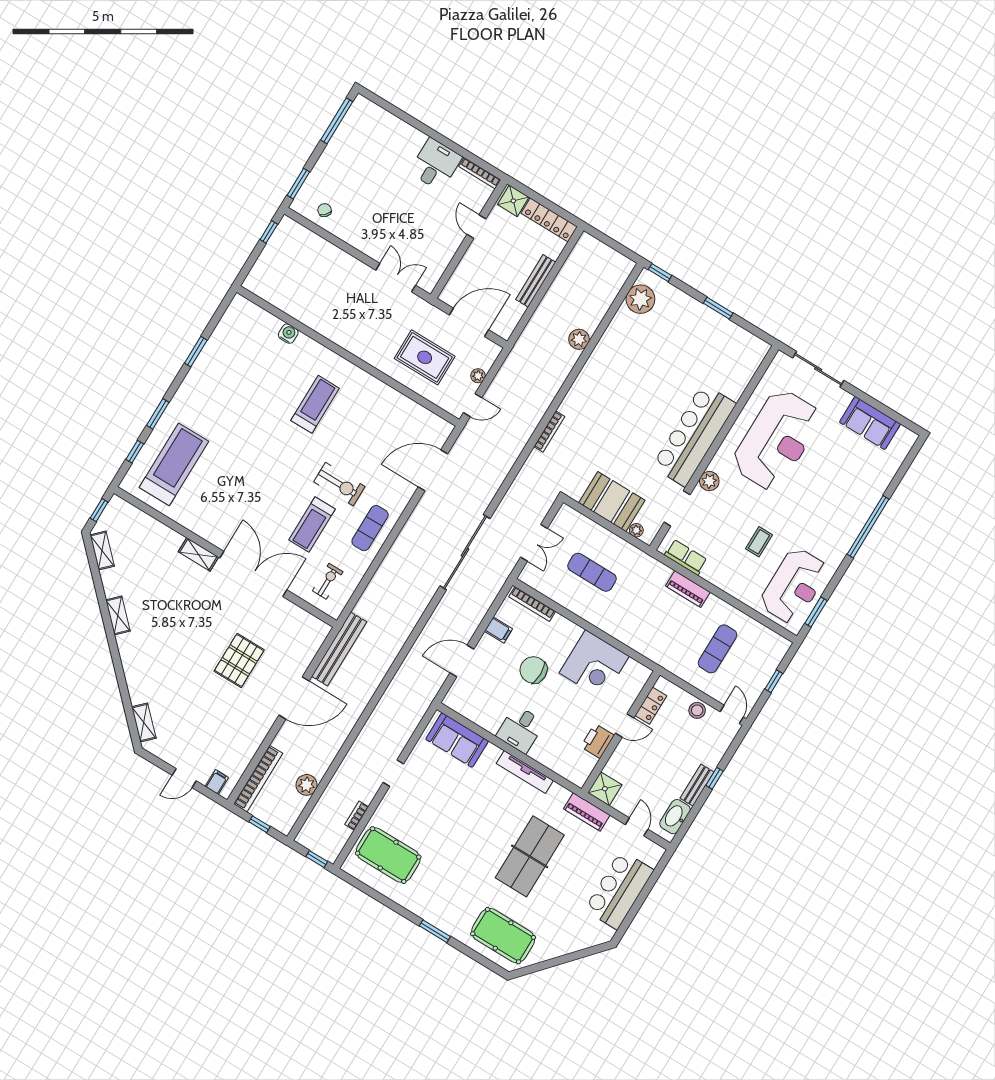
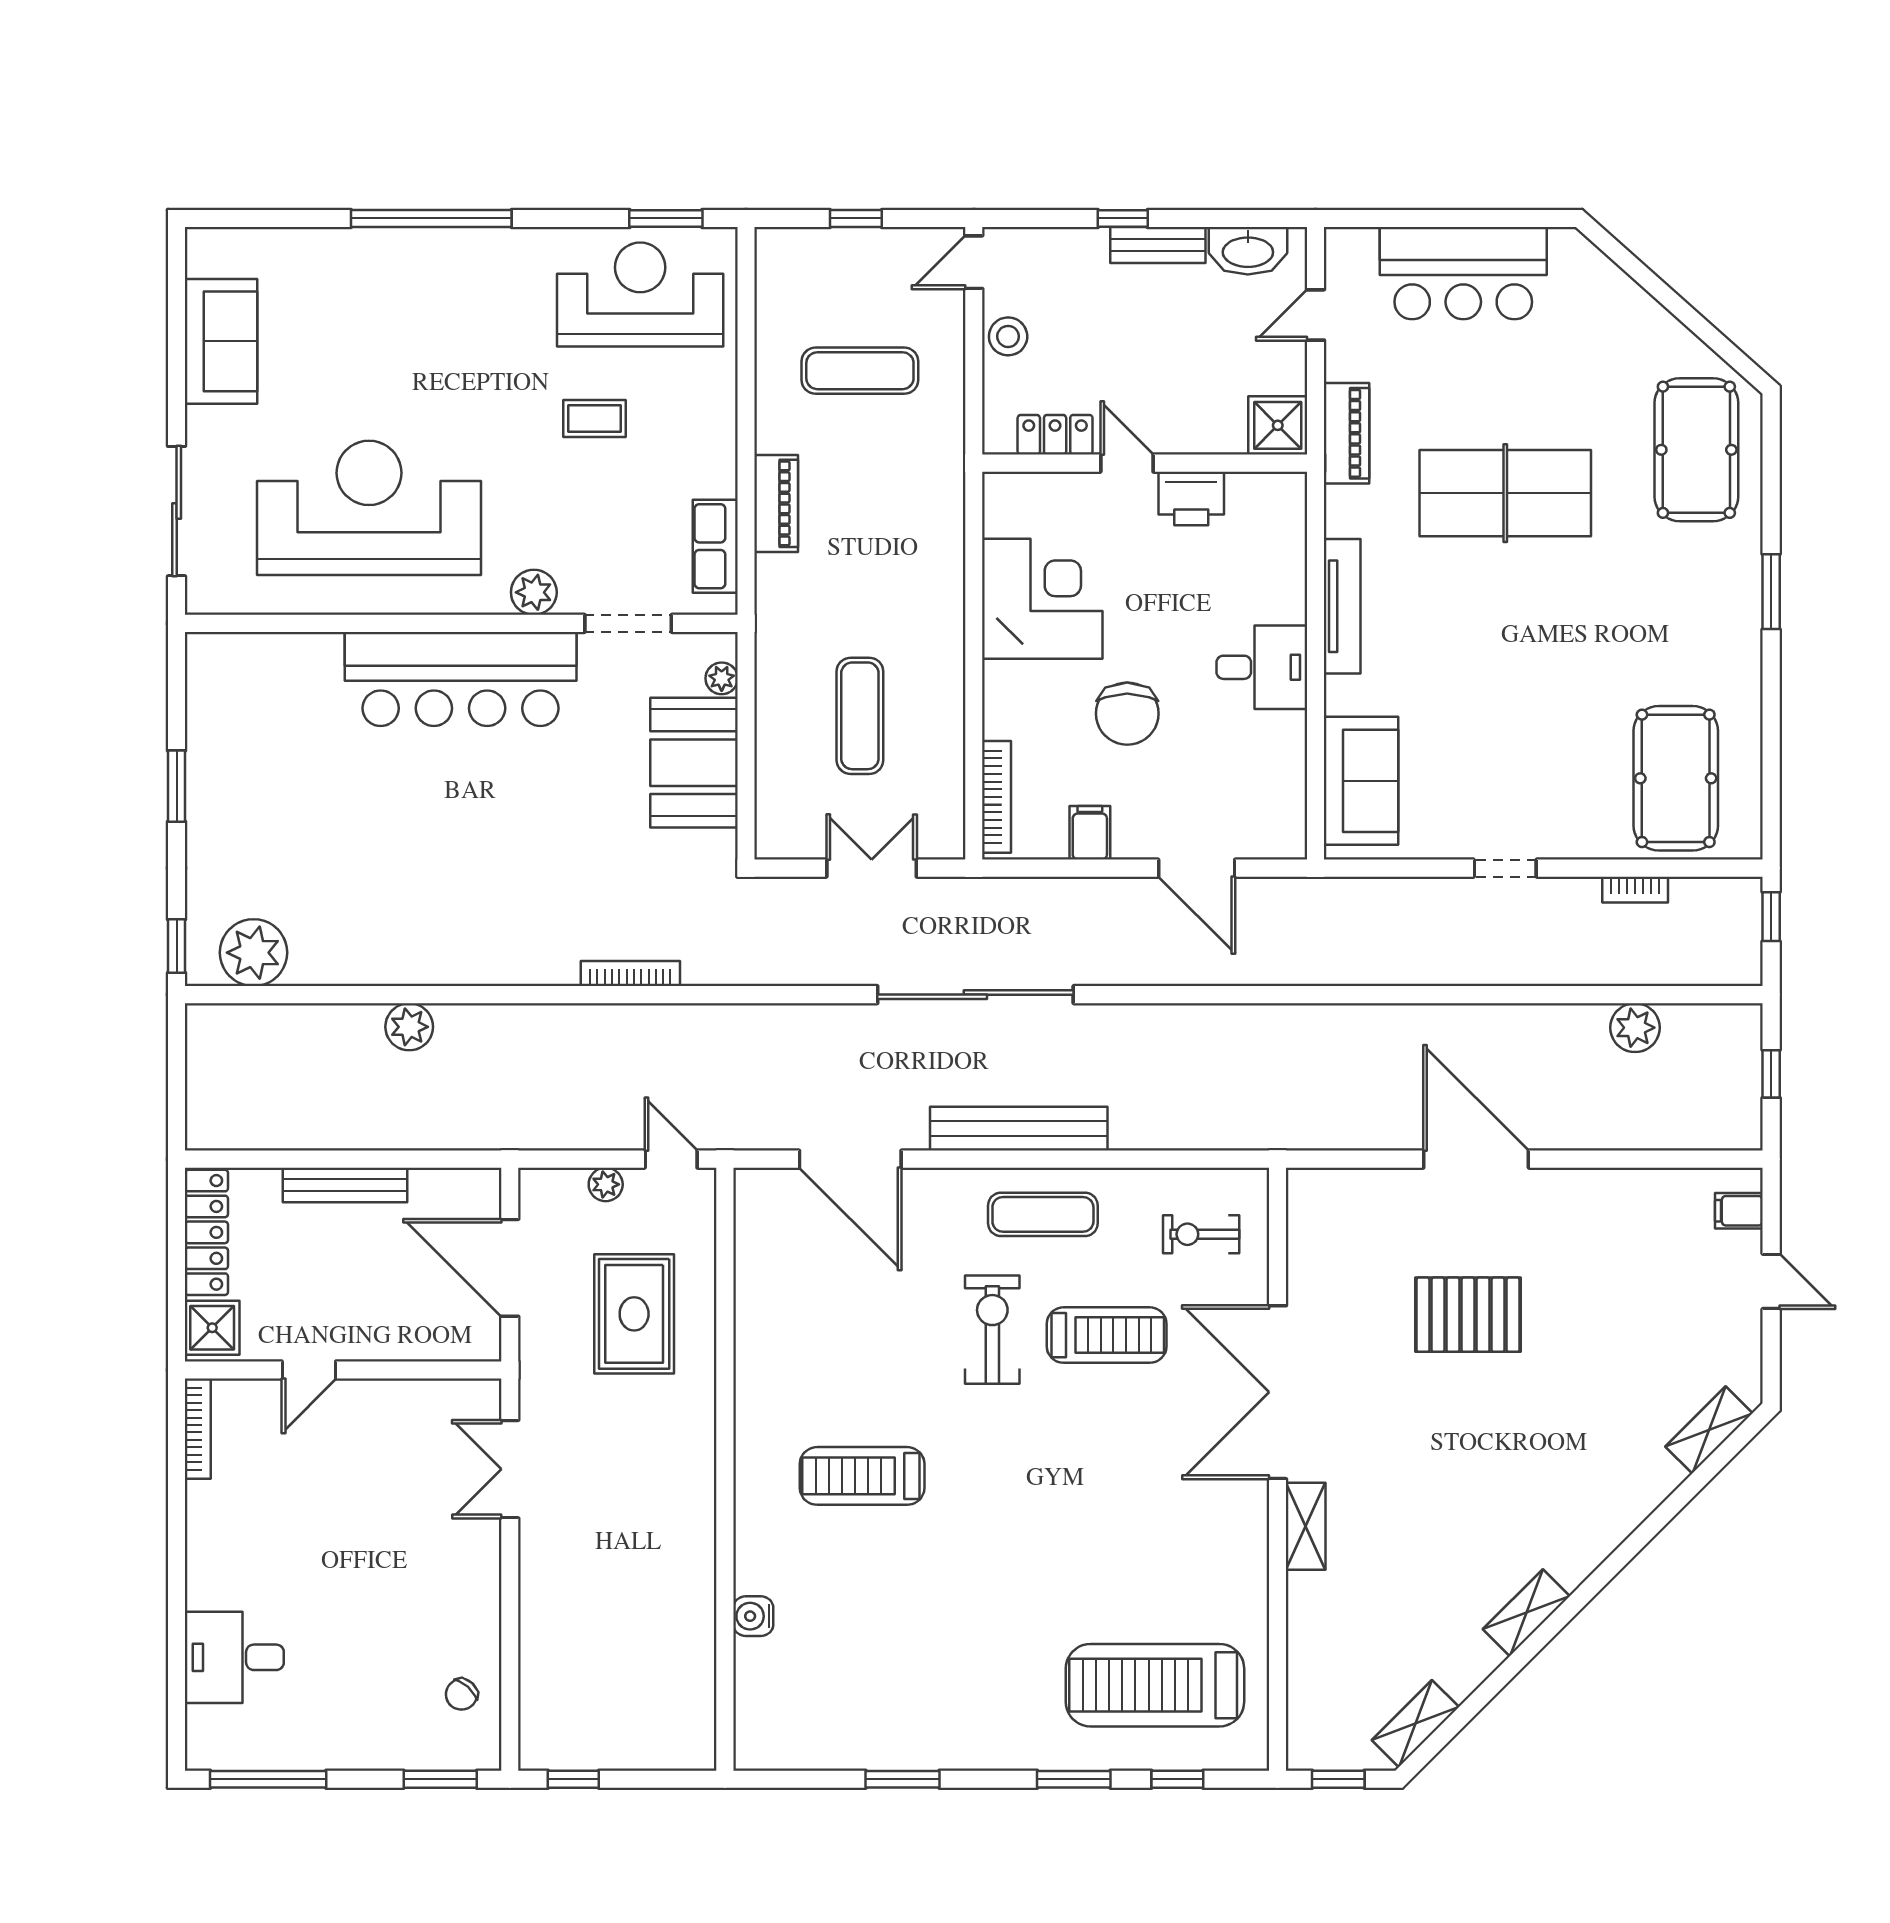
desk: (435, 164) -> (234, 1657), moved
bench: (339, 649) -> (1019, 1129), moved
bookcase: (258, 779) -> (1682, 1132), removed

